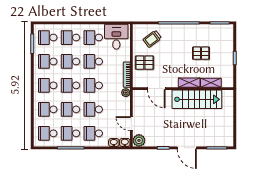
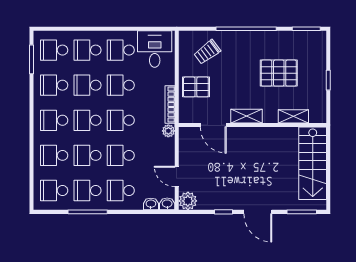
pallet: (201, 53) -> (279, 73), width x1.50, depth x1.42
shelving: (189, 83) -> (247, 116), moved
stairs: (197, 99) -> (313, 163), moved, turned 90

